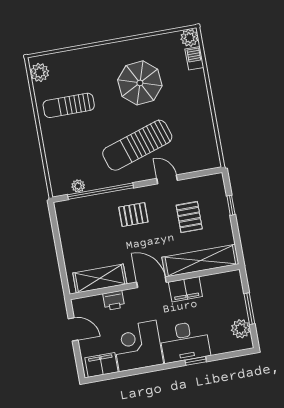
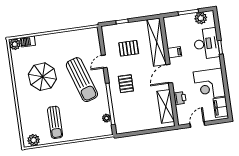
filing cabinet: (185, 289) -> (174, 52), width x0.50
desk: (185, 342) -> (206, 44), moved

